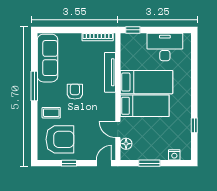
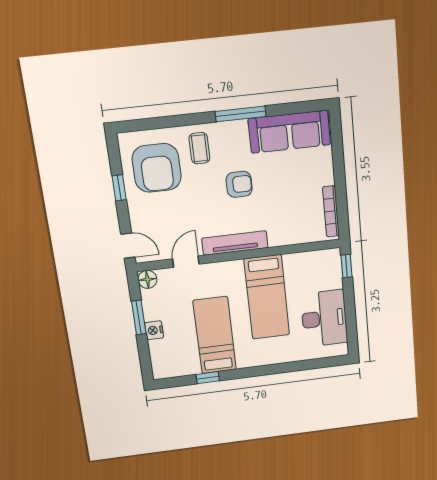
tv unit: (110, 72) -> (235, 243), moved
bed: (145, 106) -> (215, 335), moved, turned 180
floor lamp: (126, 144) -> (147, 279), moved
nightstand: (174, 155) -> (154, 330), moved

